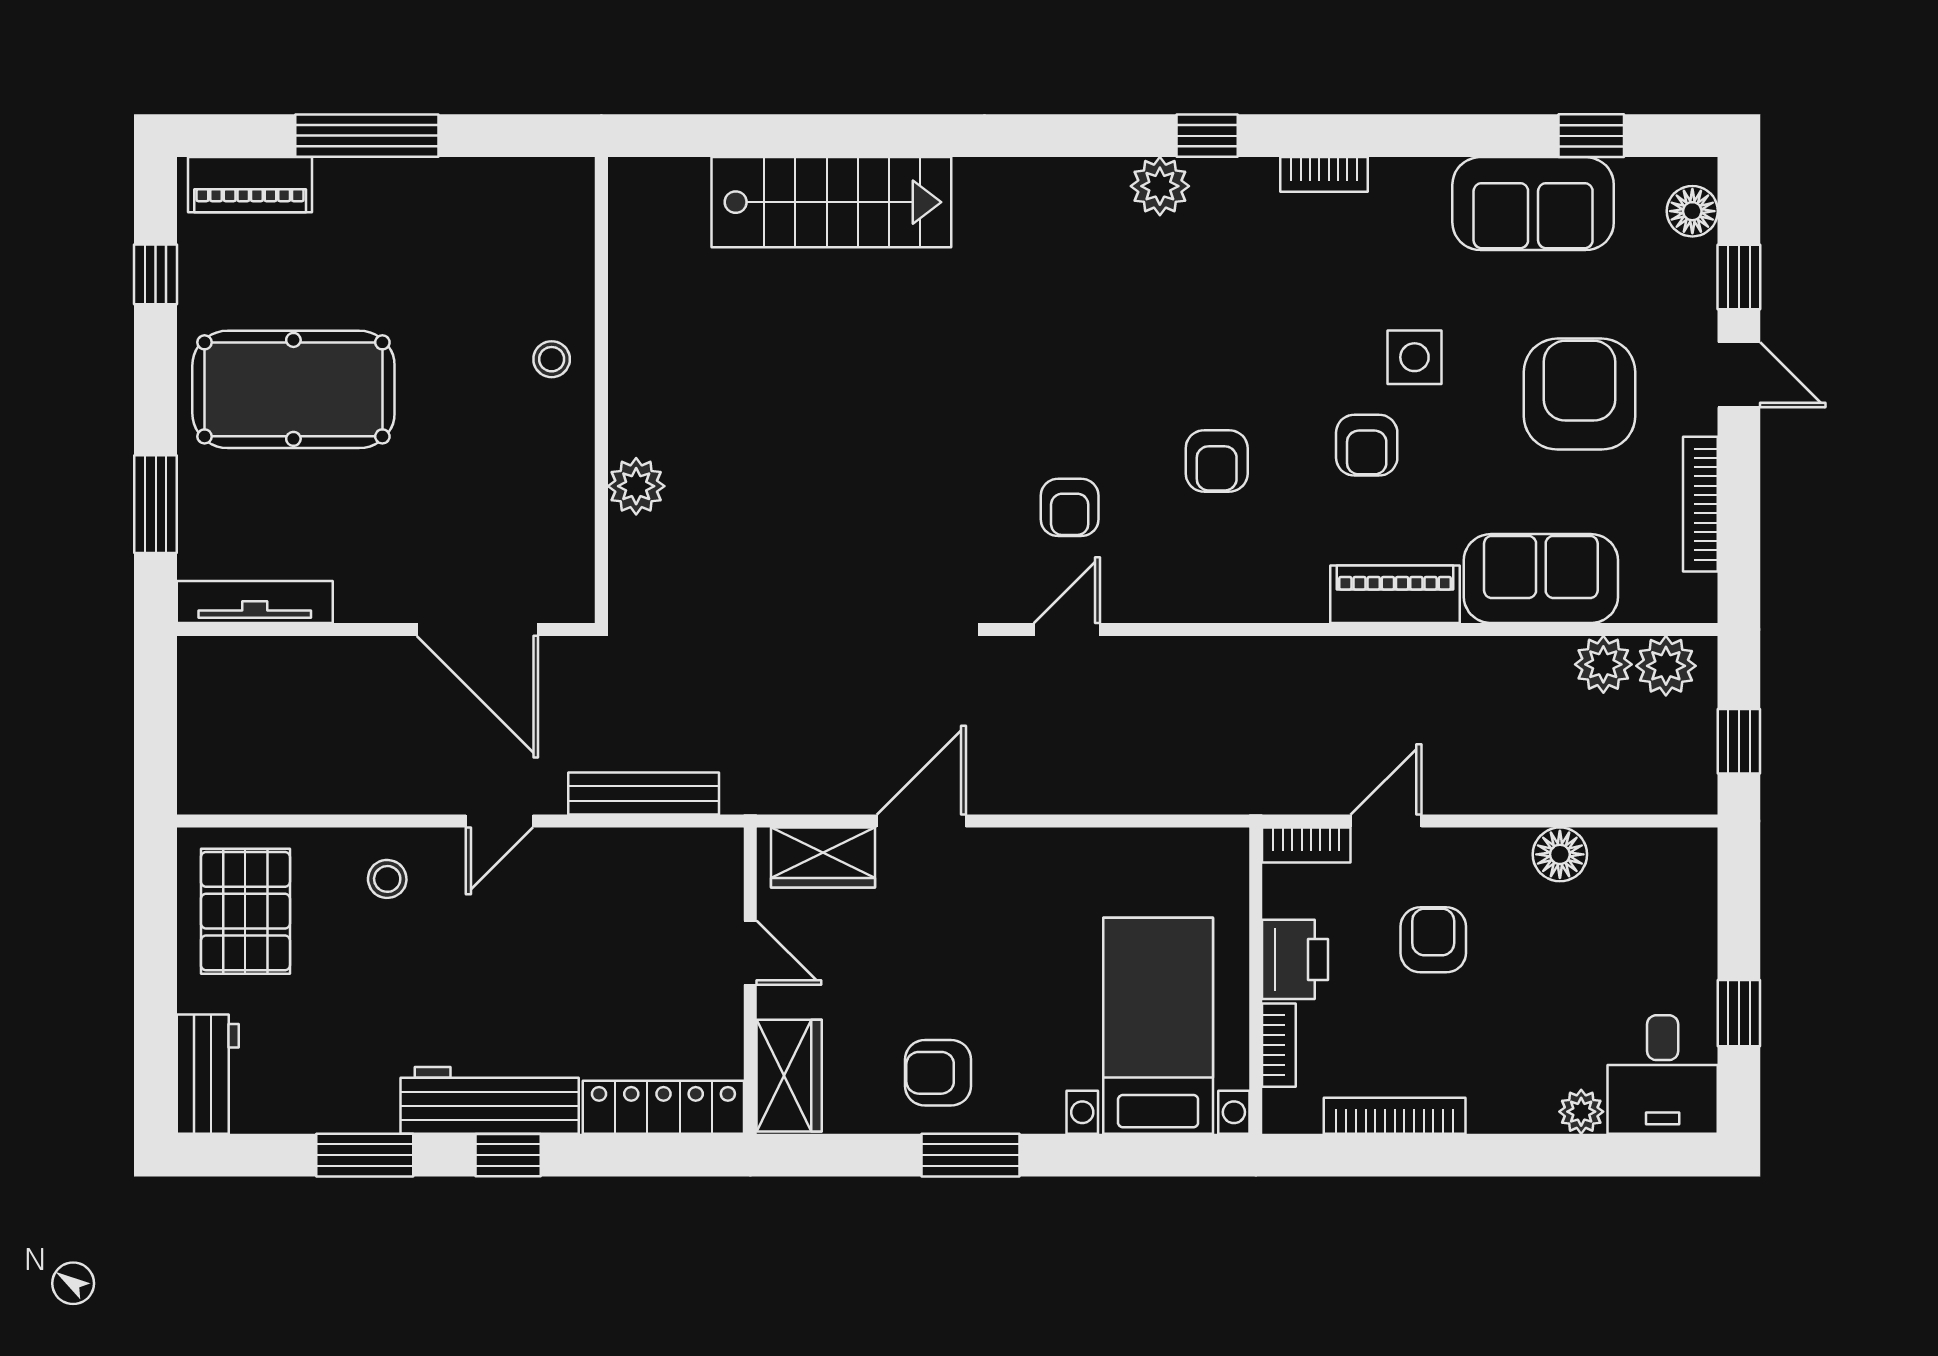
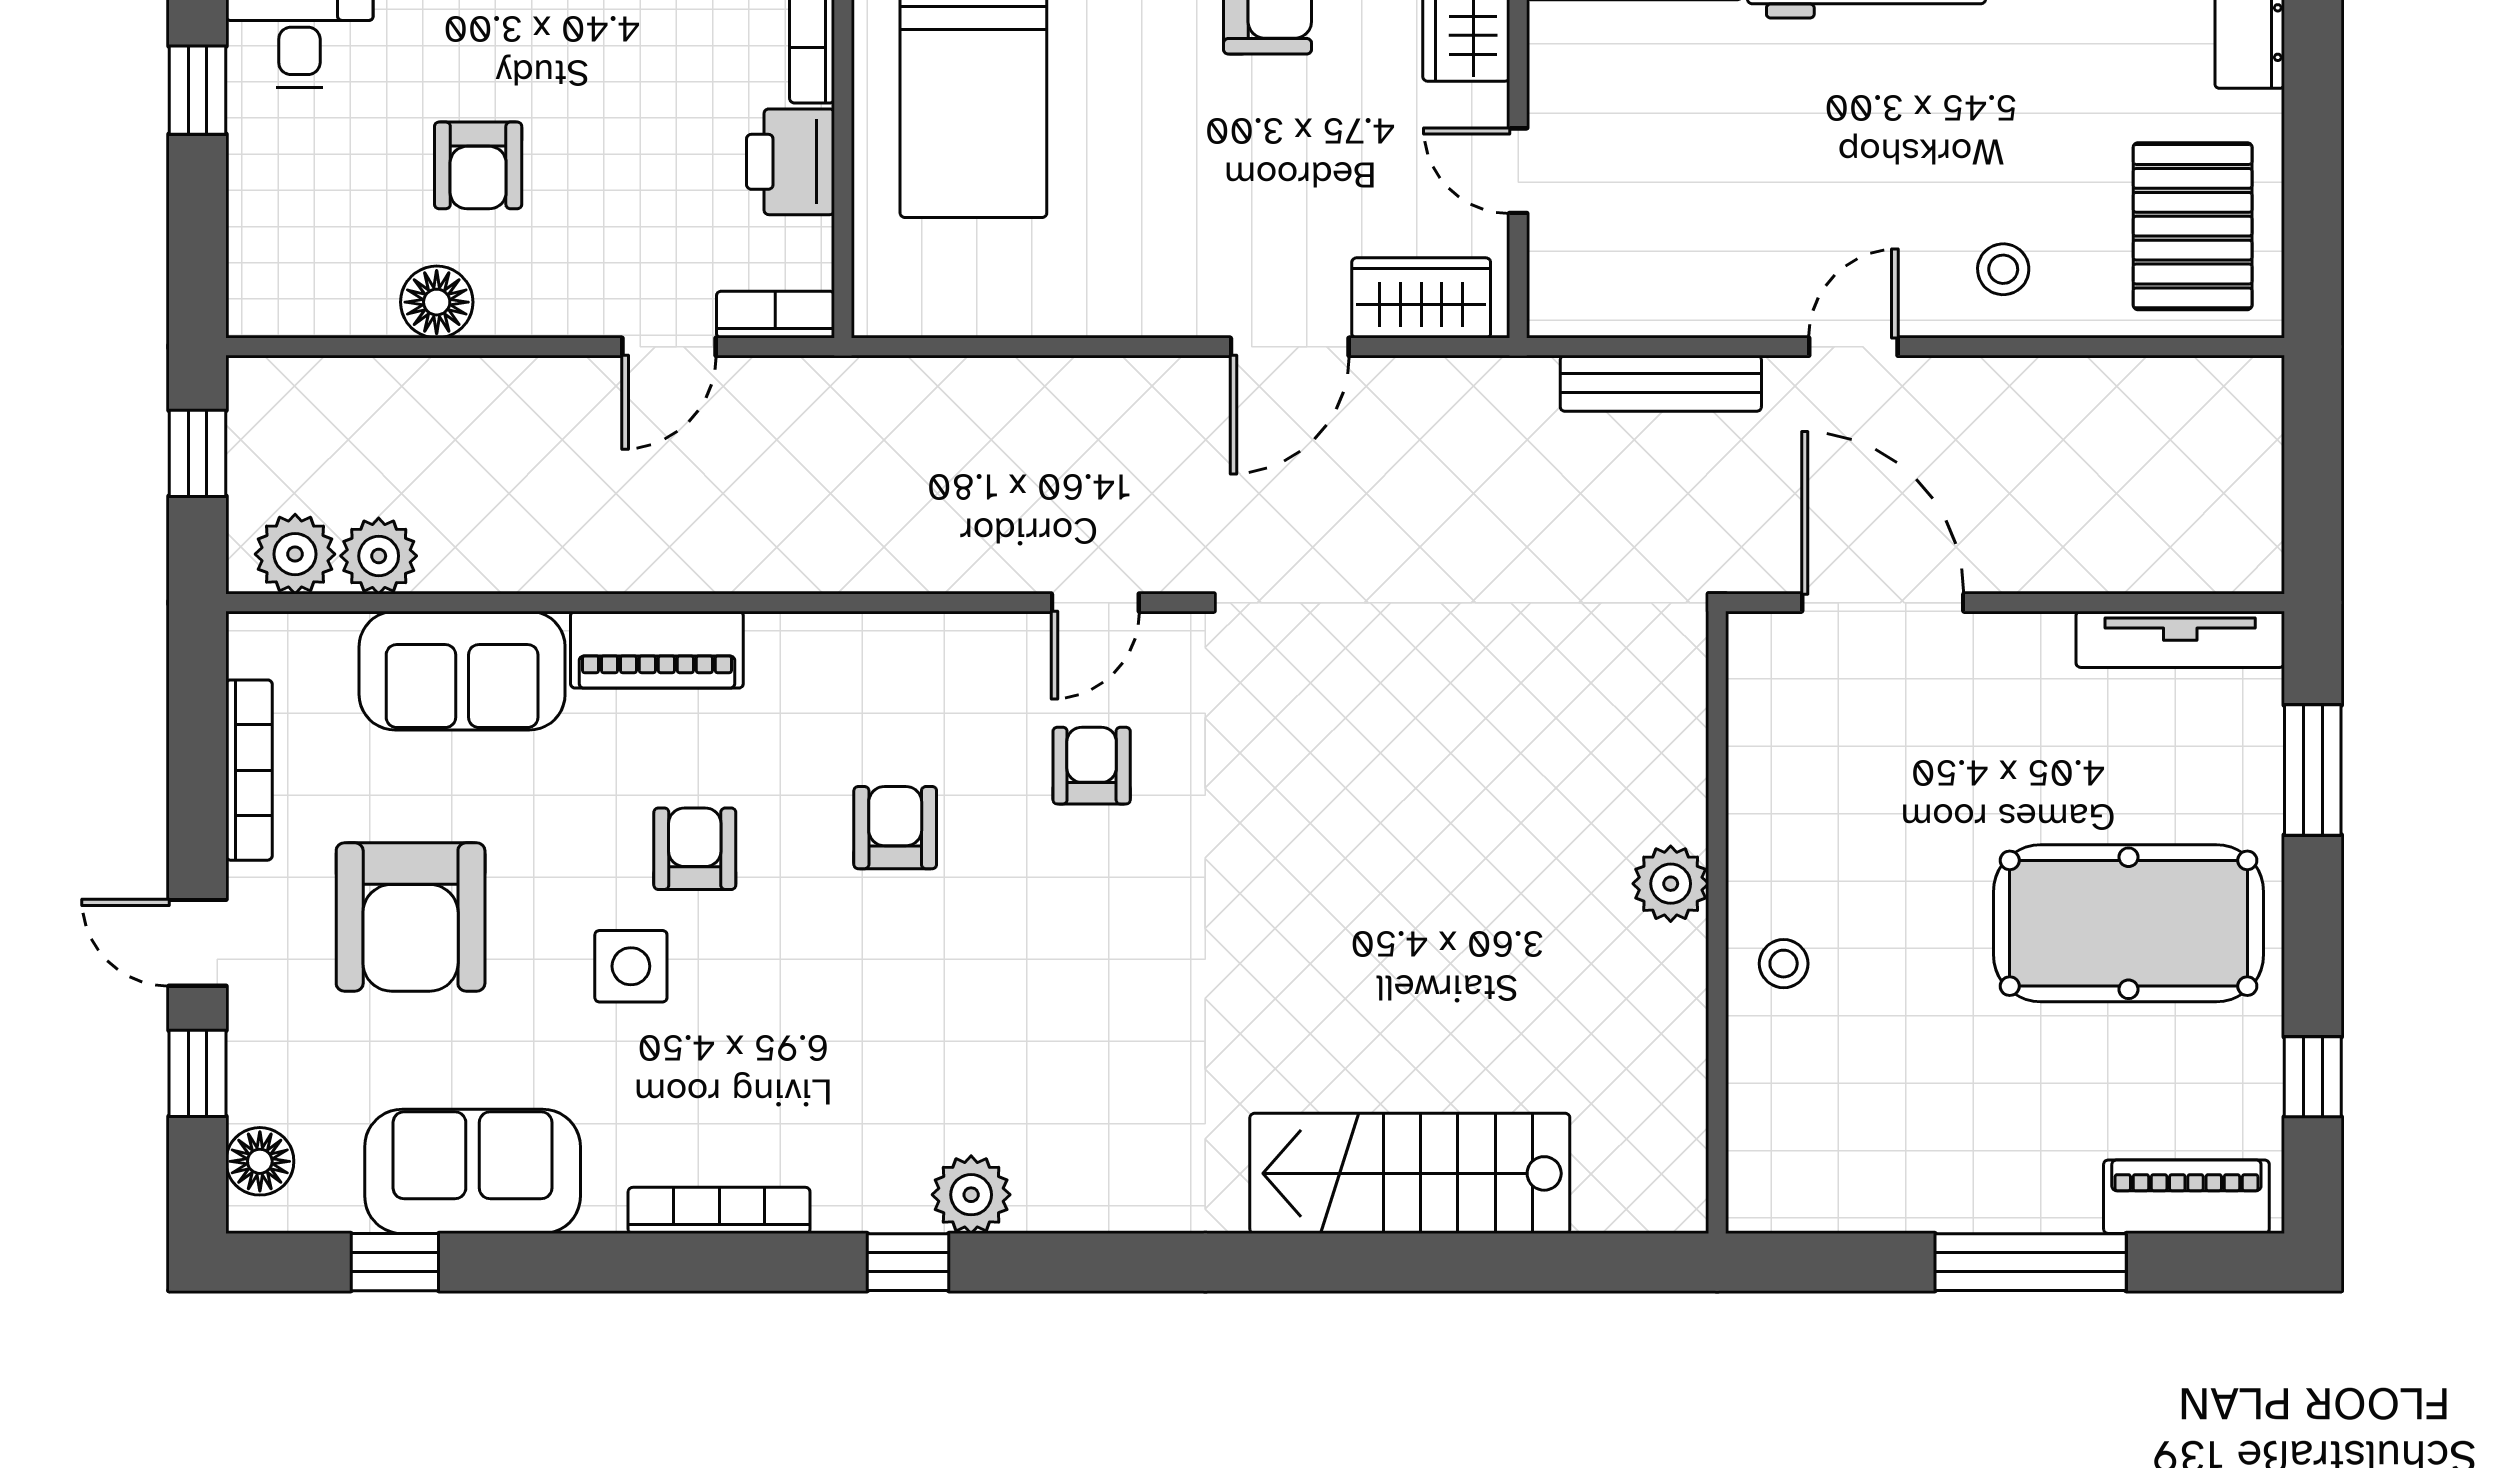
bookcase: (1324, 174) -> (719, 1210), width x1.56
plant: (636, 486) -> (1671, 884), moved
armchair: (1433, 940) -> (478, 165), moved

